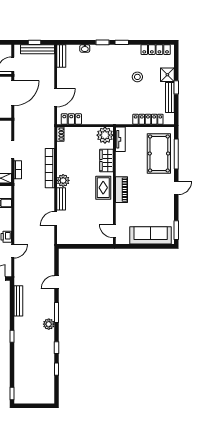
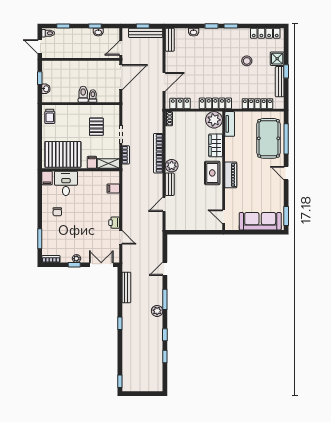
locker: (106, 119) -> (215, 103), added
door: (176, 188) -> (286, 173), swing flipped
door: (13, 251) -> (121, 237), hinge flipped

